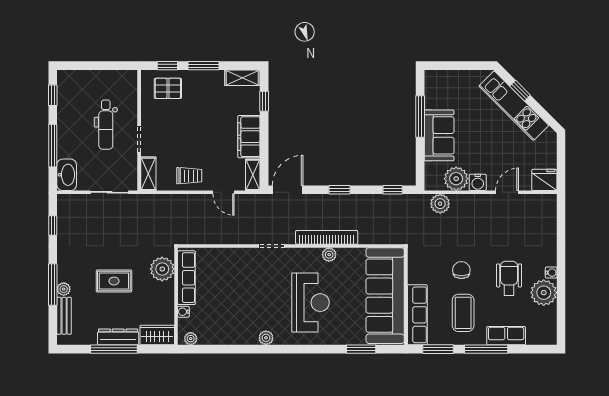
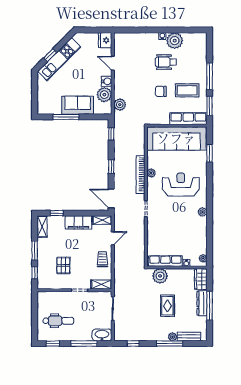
pallet: (168, 88) -> (63, 265), moved
dental chair: (106, 125) -> (58, 321), moved
row of seats: (506, 336) -> (201, 64), removed

